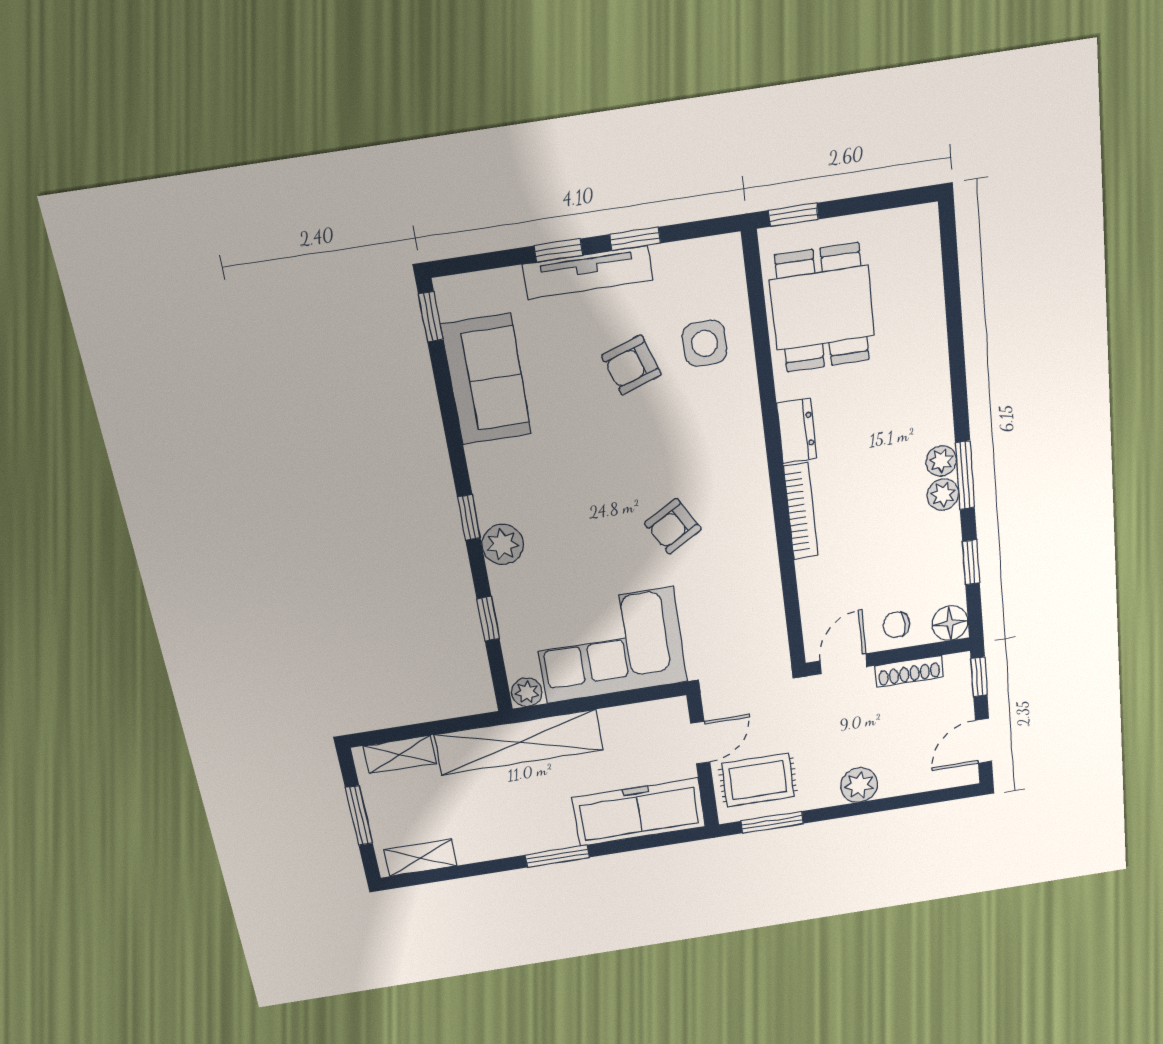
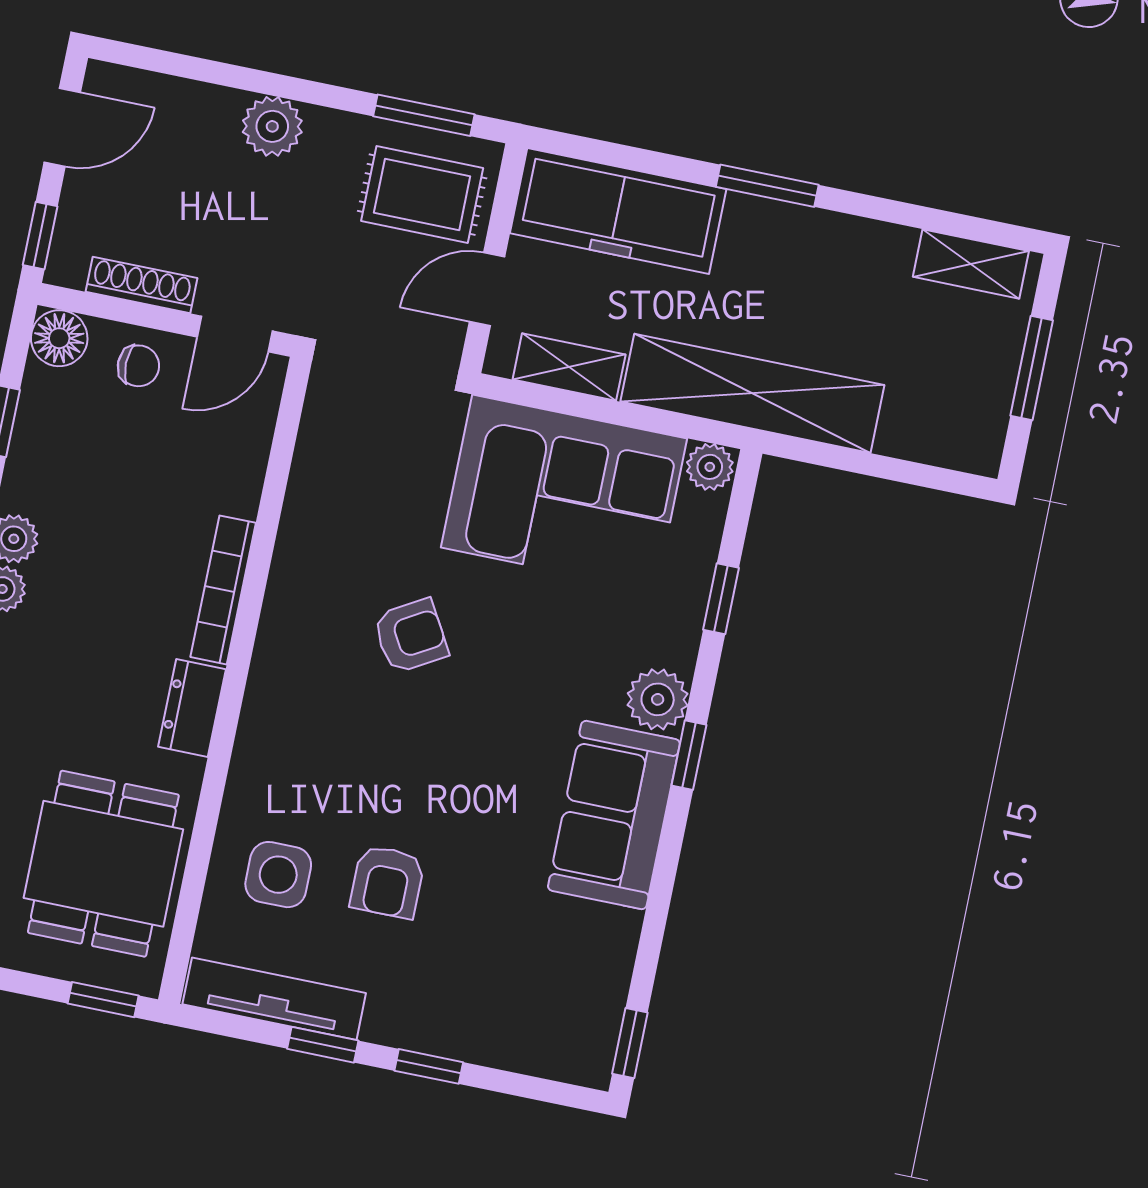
tv unit: (588, 272) -> (274, 999), moved
armchair: (632, 365) -> (387, 882), turned 109
sofa: (486, 379) -> (614, 815), moved
shelving: (400, 754) -> (569, 367), moved

